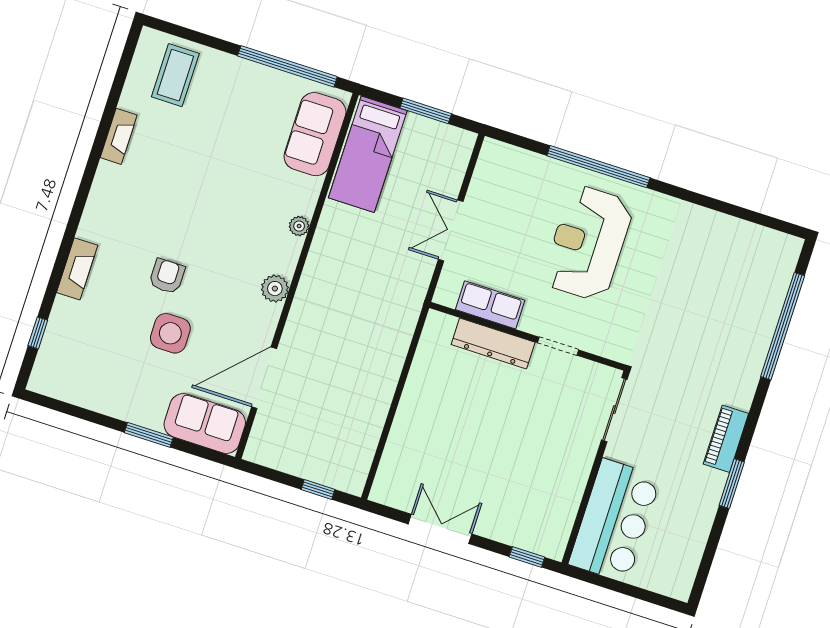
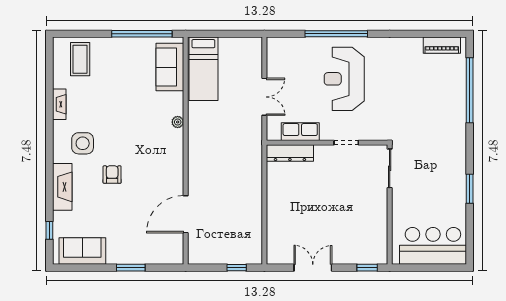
window: (426, 111) -> (228, 34), removed
double door: (451, 230) -> (264, 97), swing flipped
fireplace: (77, 269) -> (62, 187), width x1.37, depth x1.32
plant: (275, 289) -> (175, 162), removed
side table: (170, 333) -> (83, 143), moved
dresser: (493, 343) -> (290, 153), moved
sofa: (205, 423) -> (82, 251), moved
piano: (726, 439) -> (442, 45), moved, turned -90
bar counter: (615, 521) -> (433, 246), moved, turned -90

